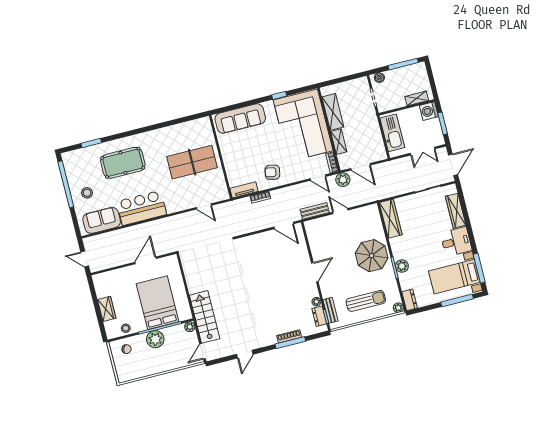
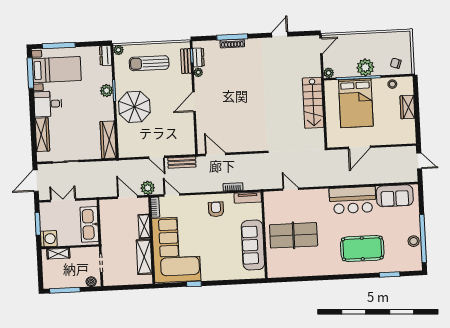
sofa: (240, 119) -> (253, 245), moved, turned -90
armchair: (272, 172) -> (216, 209), turned -102
stool: (87, 193) -> (414, 241), moved
stairs: (205, 317) -> (313, 103), moved

